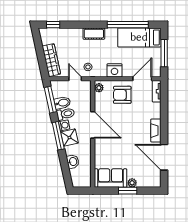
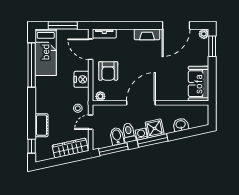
cot: (94, 34) -> (42, 125), moved
plant: (132, 183) -> (204, 34), moved
window: (128, 191) -> (212, 46), moved

